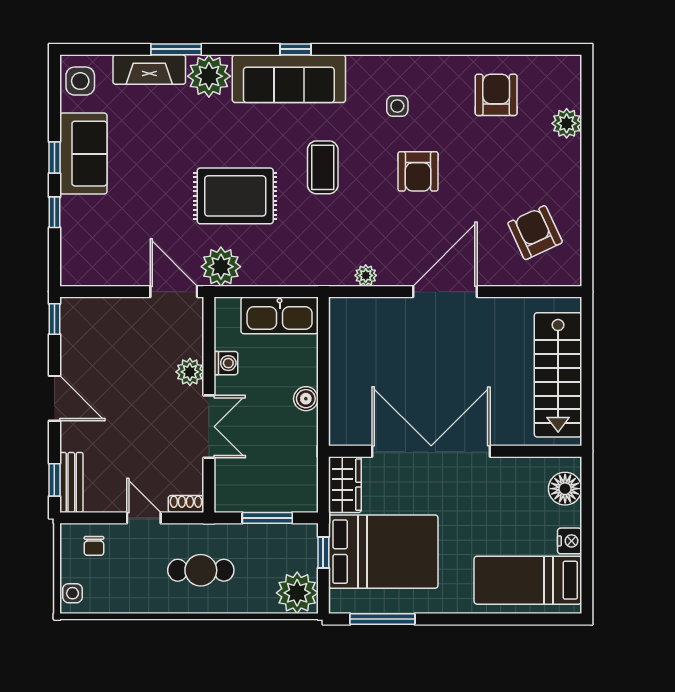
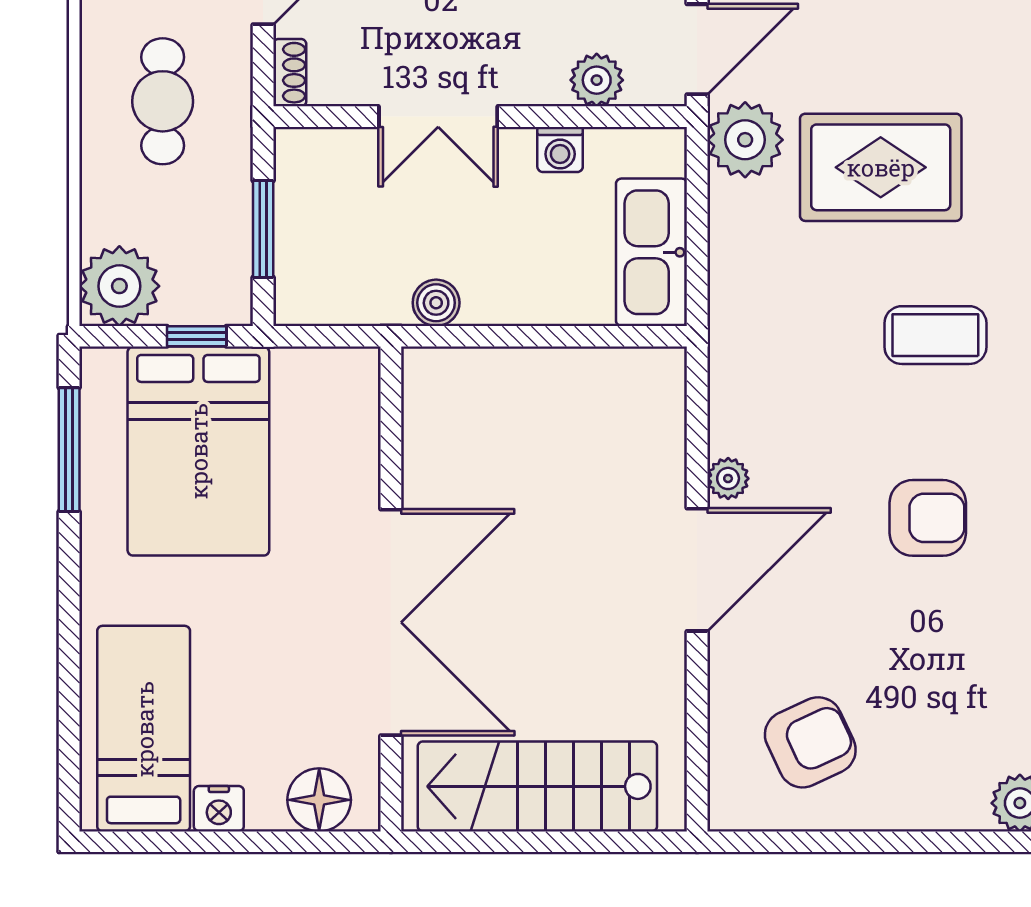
armchair: (418, 171) -> (928, 518), turned 180
rug: (235, 196) -> (881, 167), turned 90
plant: (366, 275) -> (728, 478), moved
door: (445, 292) -> (697, 570), hinge flipped
plant: (190, 372) -> (597, 80), moved
boiler: (306, 399) -> (436, 303), moved
double door: (431, 451) -> (391, 622), moved
wardrobe: (345, 485) -> (327, 378), removed

